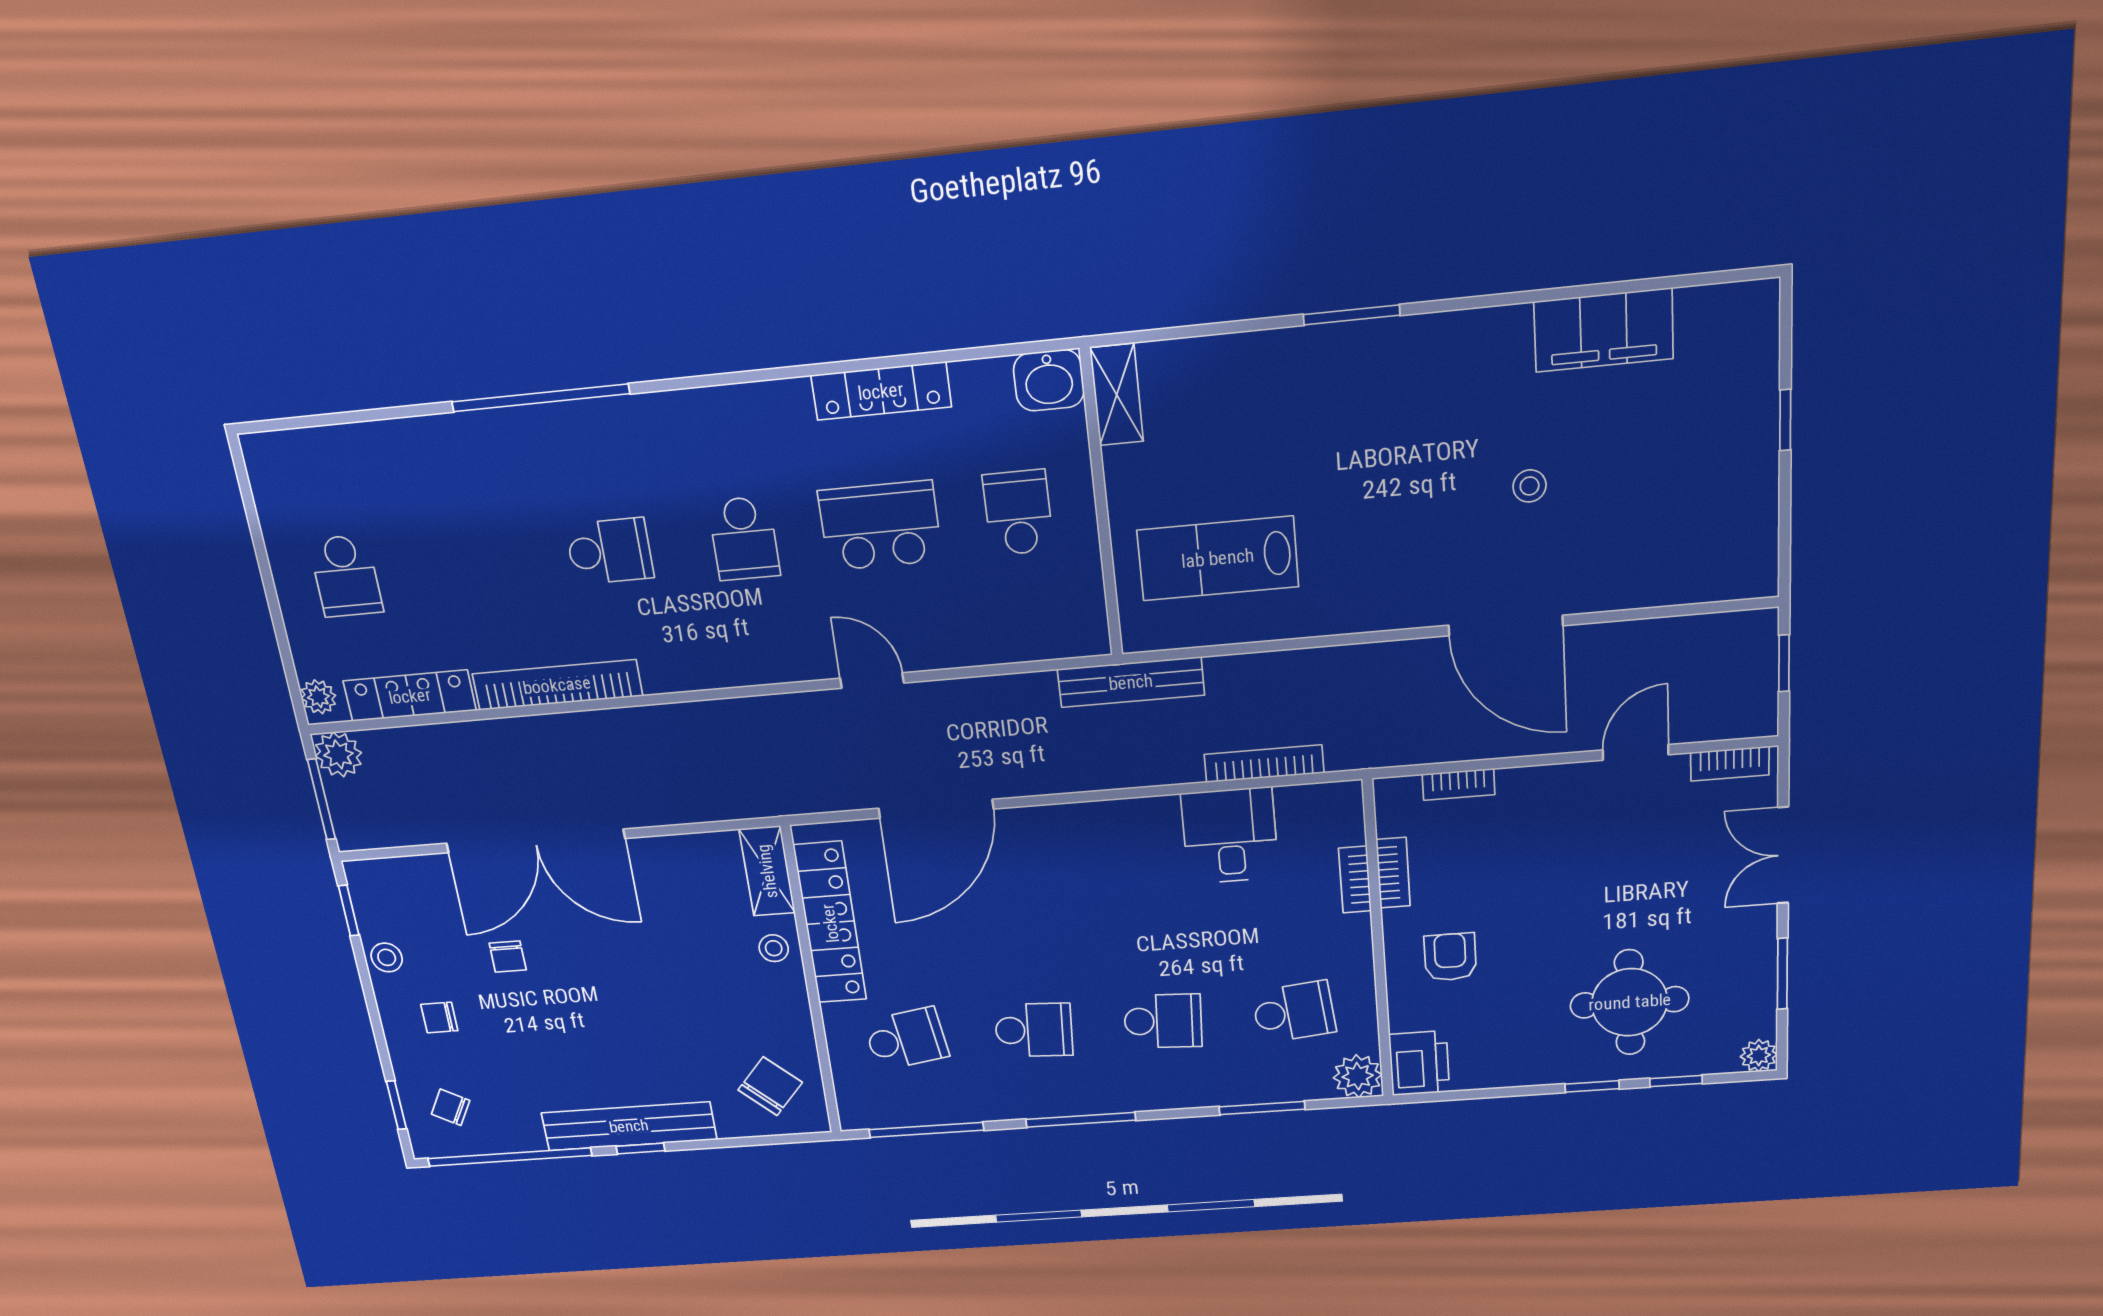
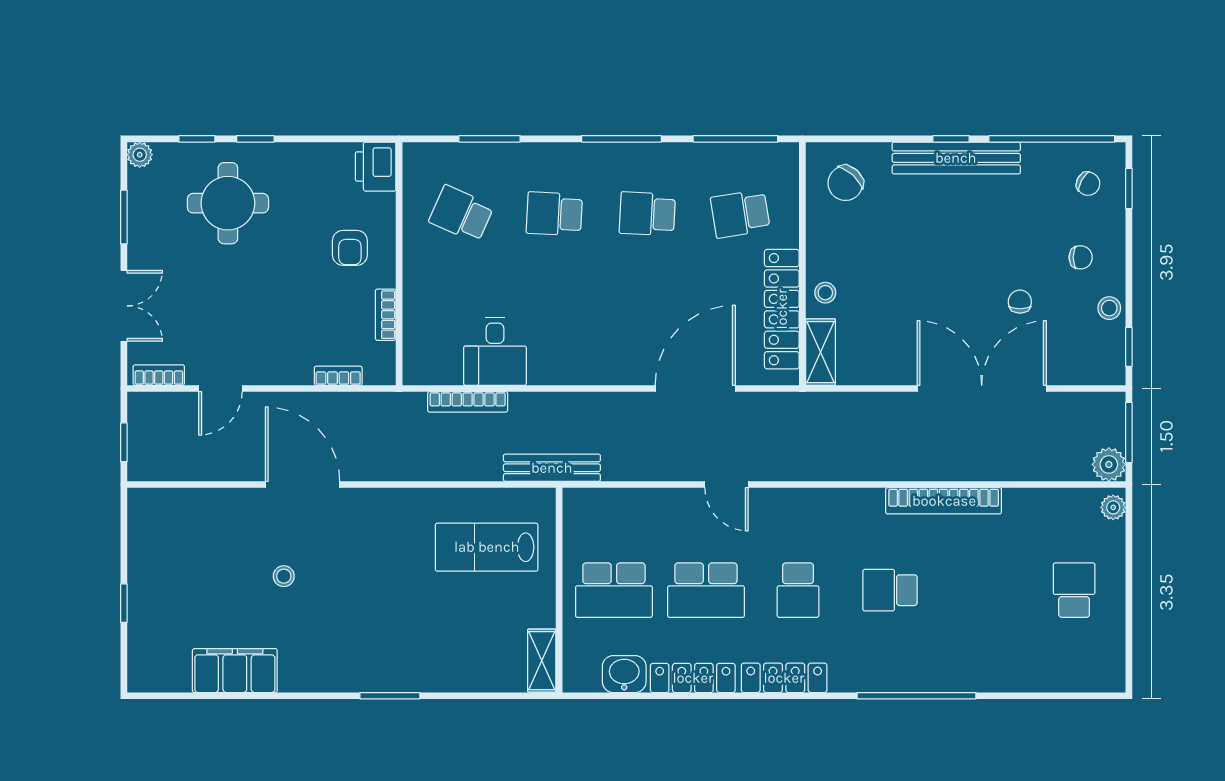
washbasin: (1049, 380) -> (624, 674), moved
school desk: (1018, 513) -> (614, 590), width x1.85
school desk: (744, 538) -> (798, 590), turned 180
lab bench: (1218, 558) -> (487, 547), turned 180
locker: (410, 696) -> (784, 678), moved, turned 180
bookcase: (1355, 880) -> (412, 312), removed
school desk: (1294, 1012) -> (461, 214), turned 30
plant: (1358, 1076) -> (420, 159), removed

